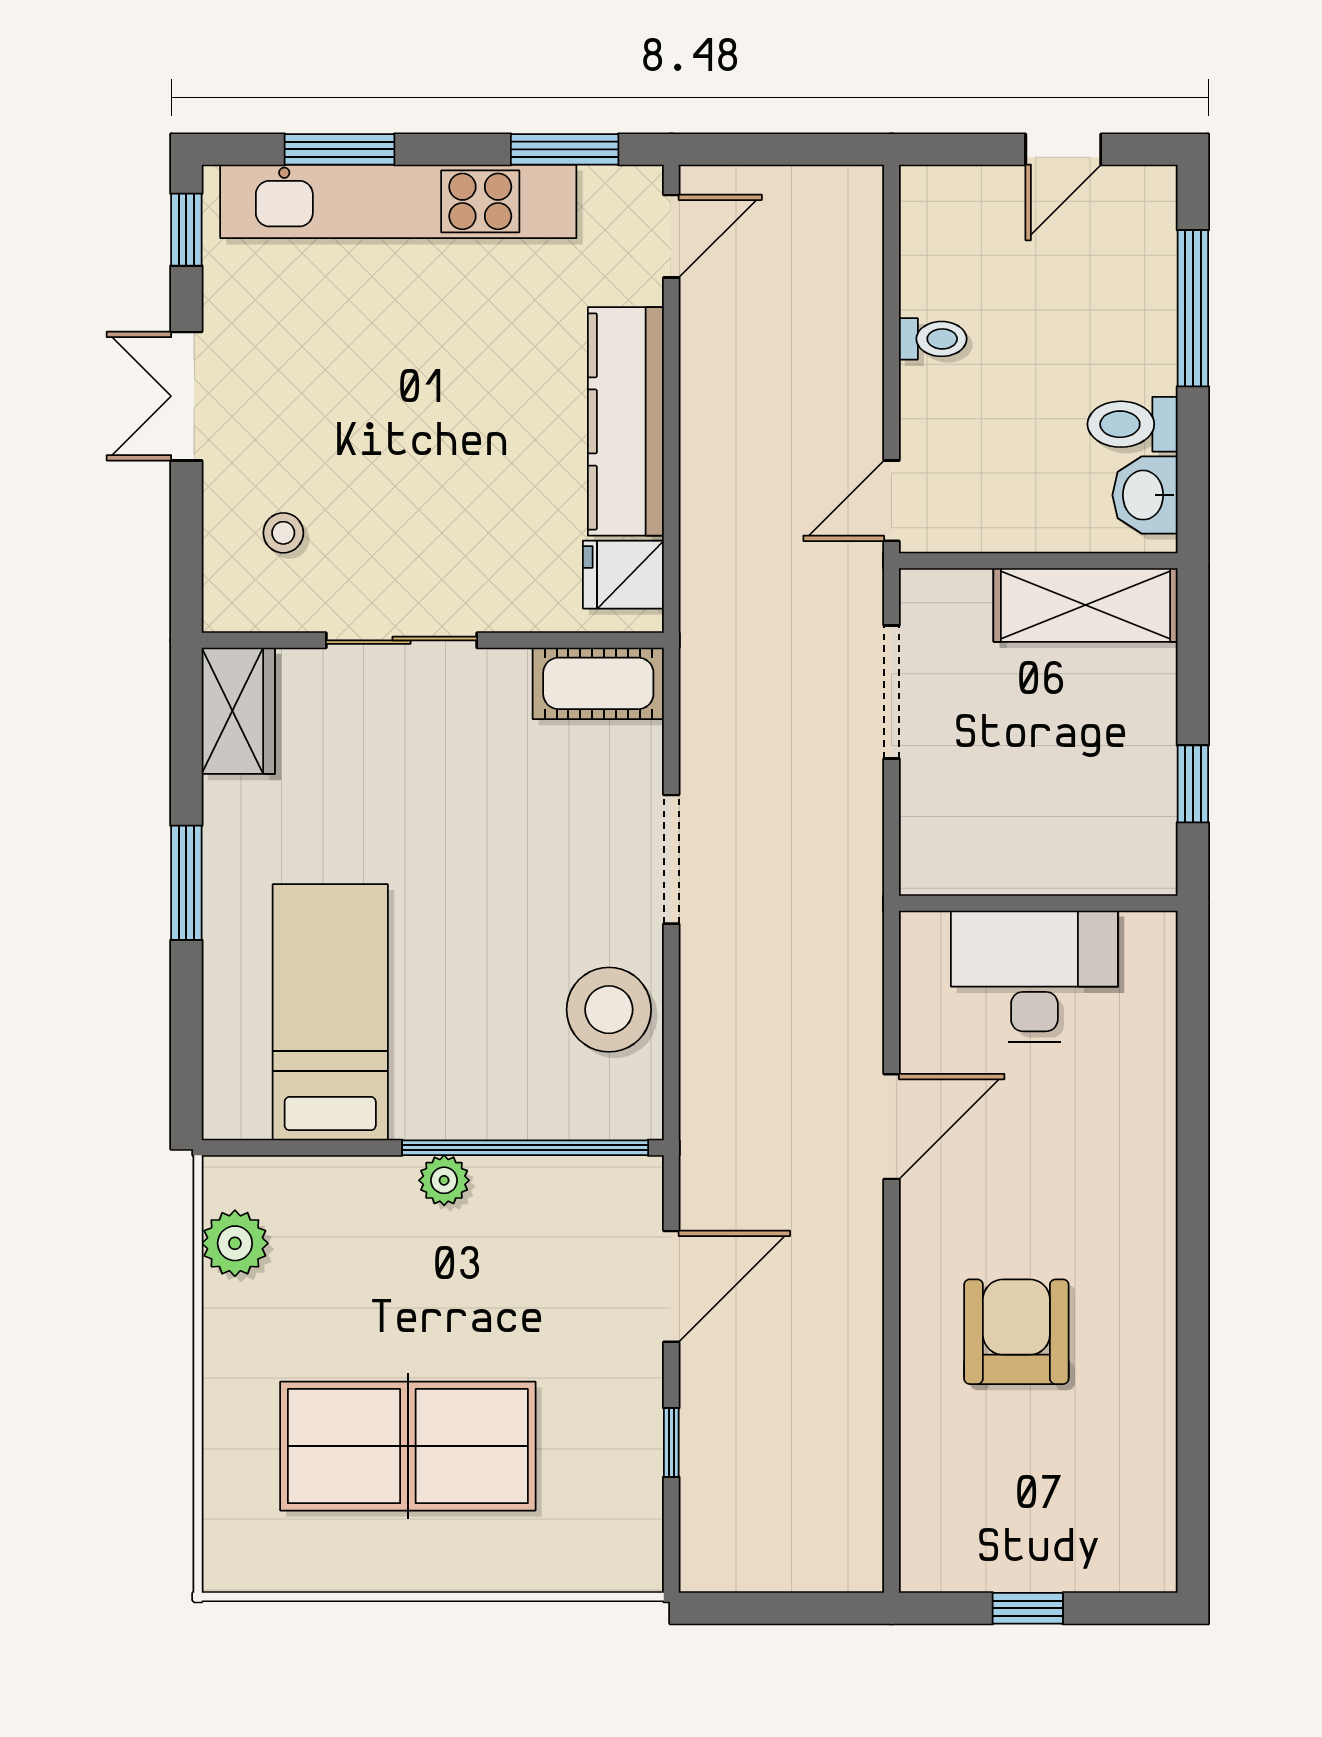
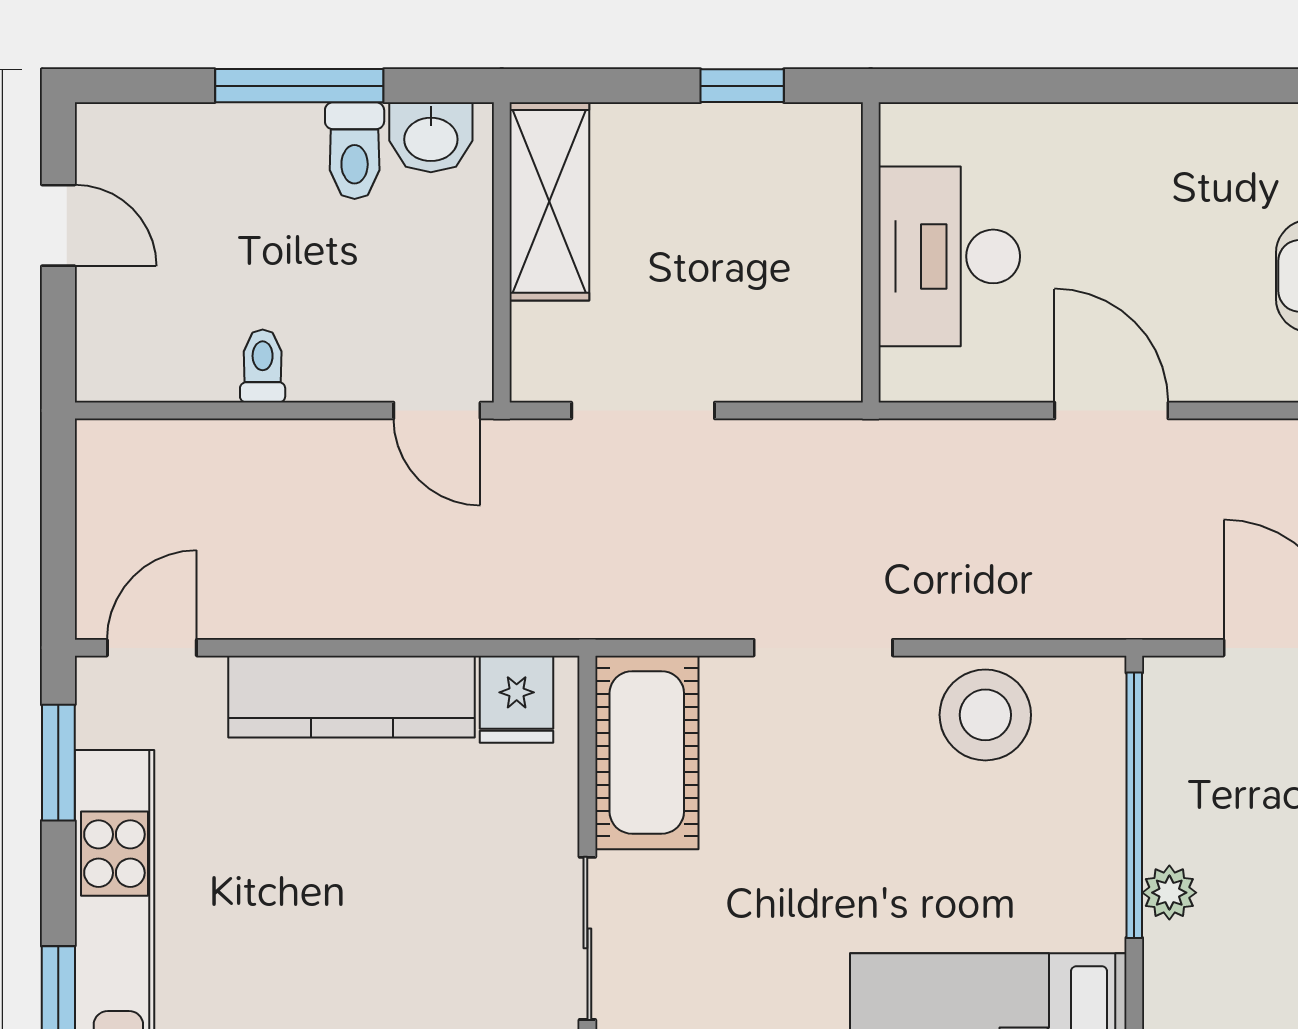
door: (671, 236) -> (152, 648), hinge flipped
window: (1193, 308) -> (299, 86), moved
cot: (598, 683) -> (647, 752), width x1.37, depth x1.34

